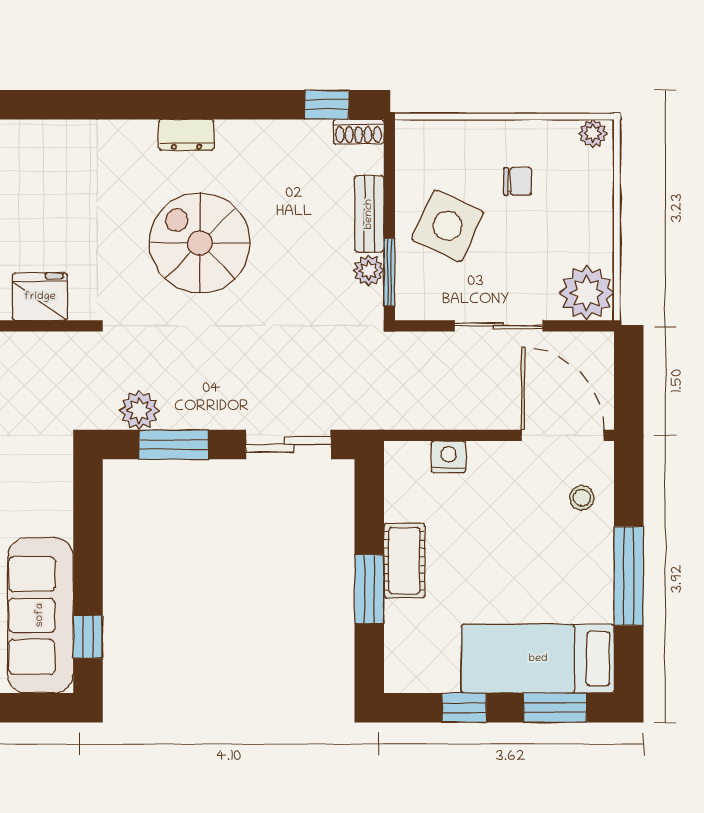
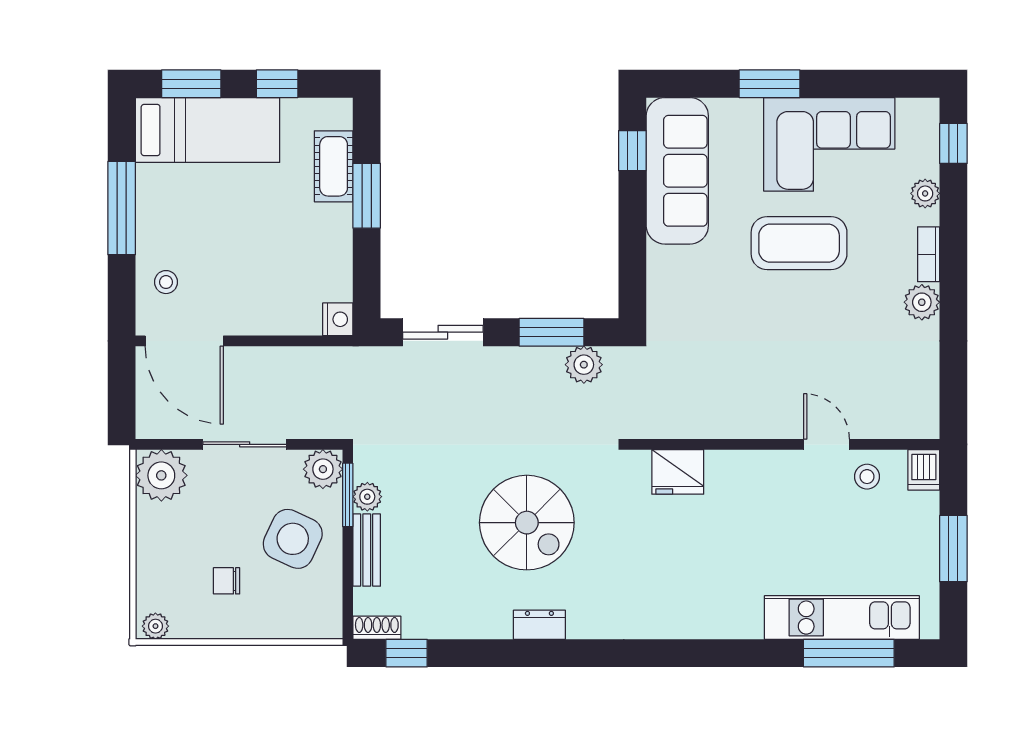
plant: (416, 300) -> (323, 469), added
nightstand: (448, 457) -> (338, 319), moved, turned -90
cot: (404, 561) -> (334, 166), moved

